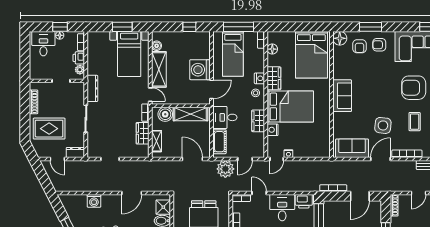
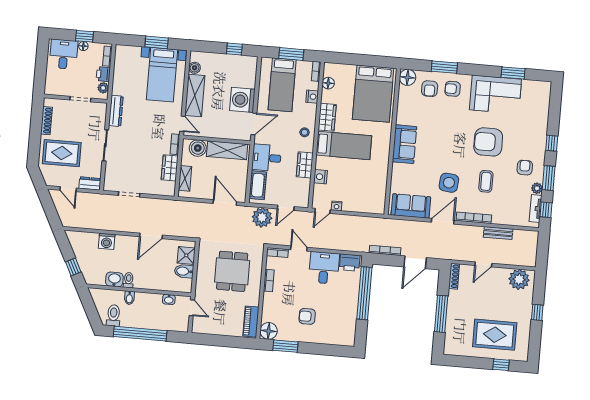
window: (238, 27) -> (291, 54), width x0.69
nightstand: (259, 78) -> (312, 97), moved
bed: (290, 106) -> (344, 145), width x0.67

